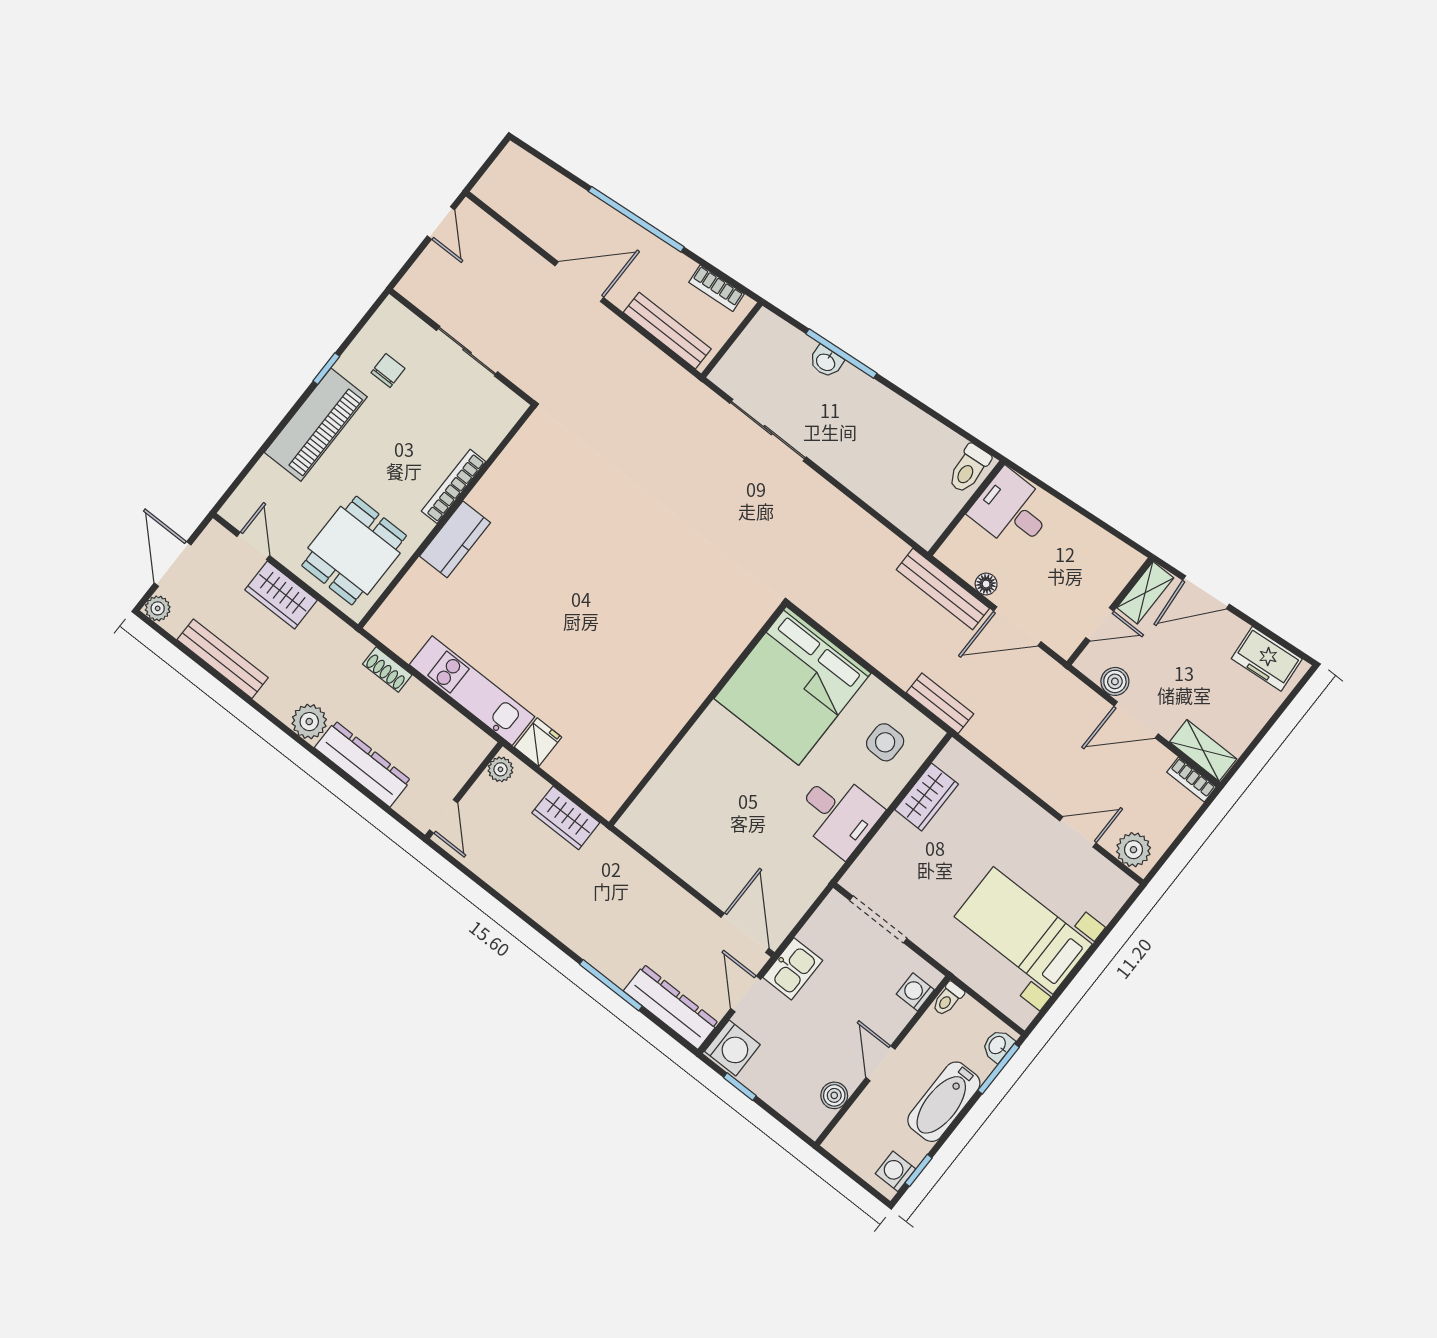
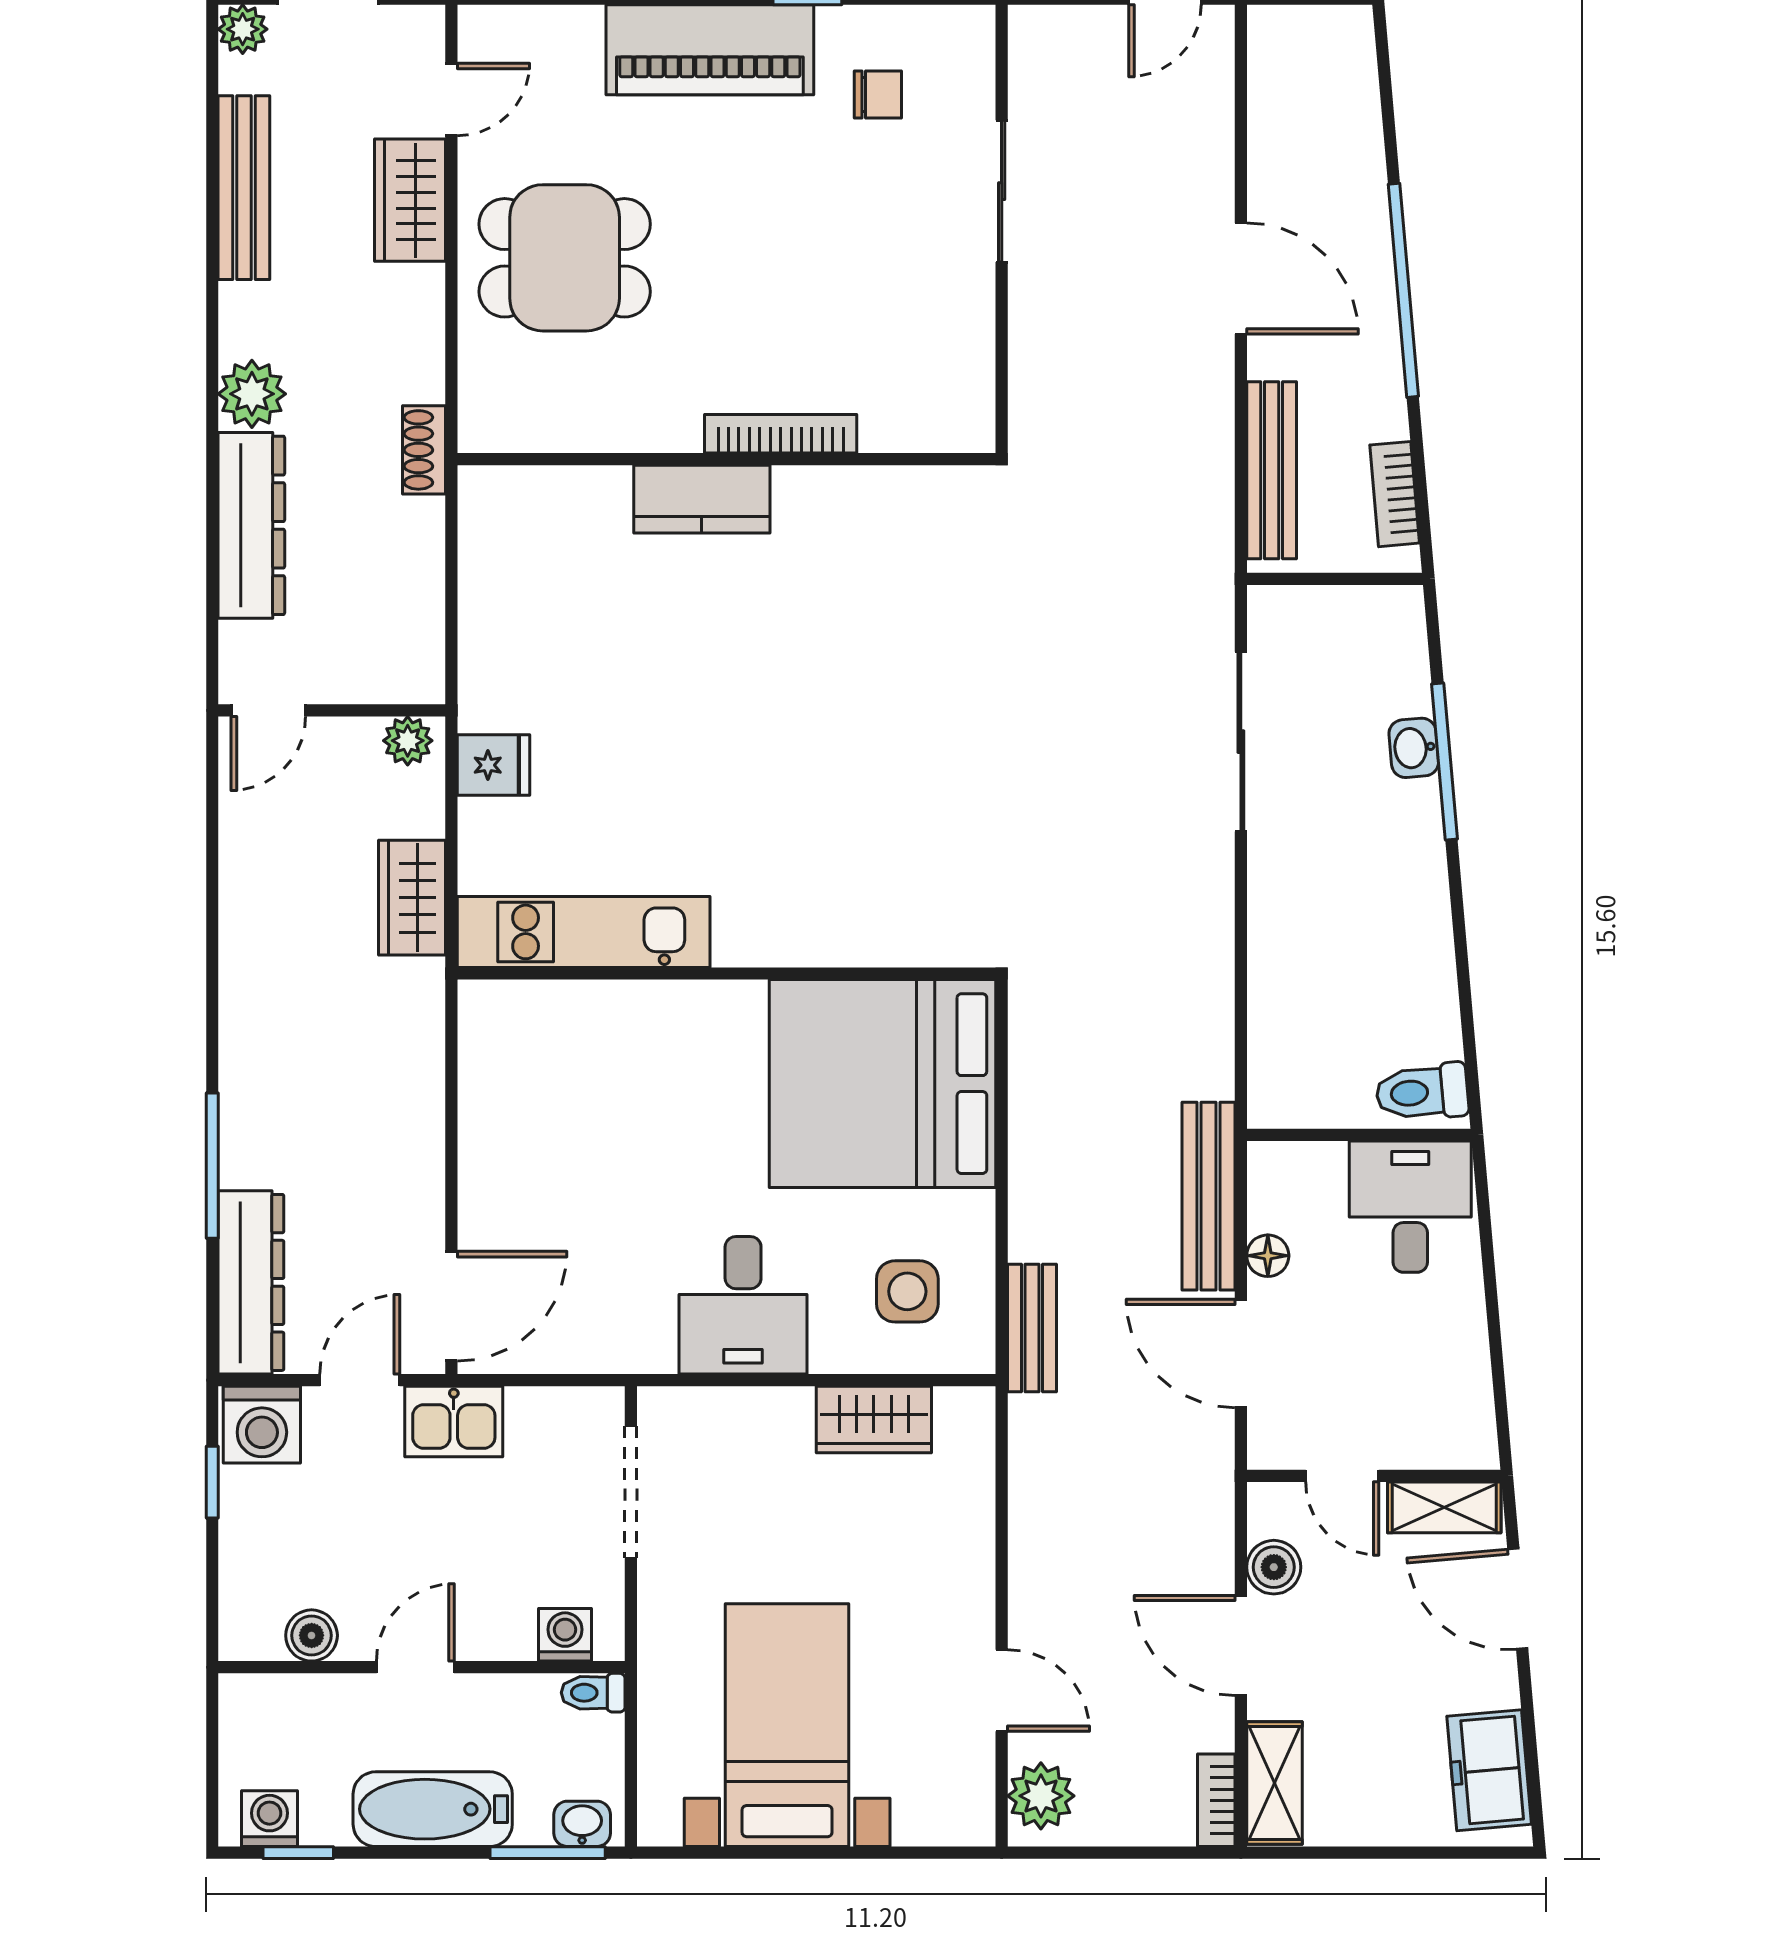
bookcase: (454, 486) -> (781, 434), moved
wall: (447, 517) -> (727, 459), moved
kitchen counter: (455, 539) -> (702, 499), moved
kitchen unit: (472, 691) -> (584, 932), moved, turned -90

